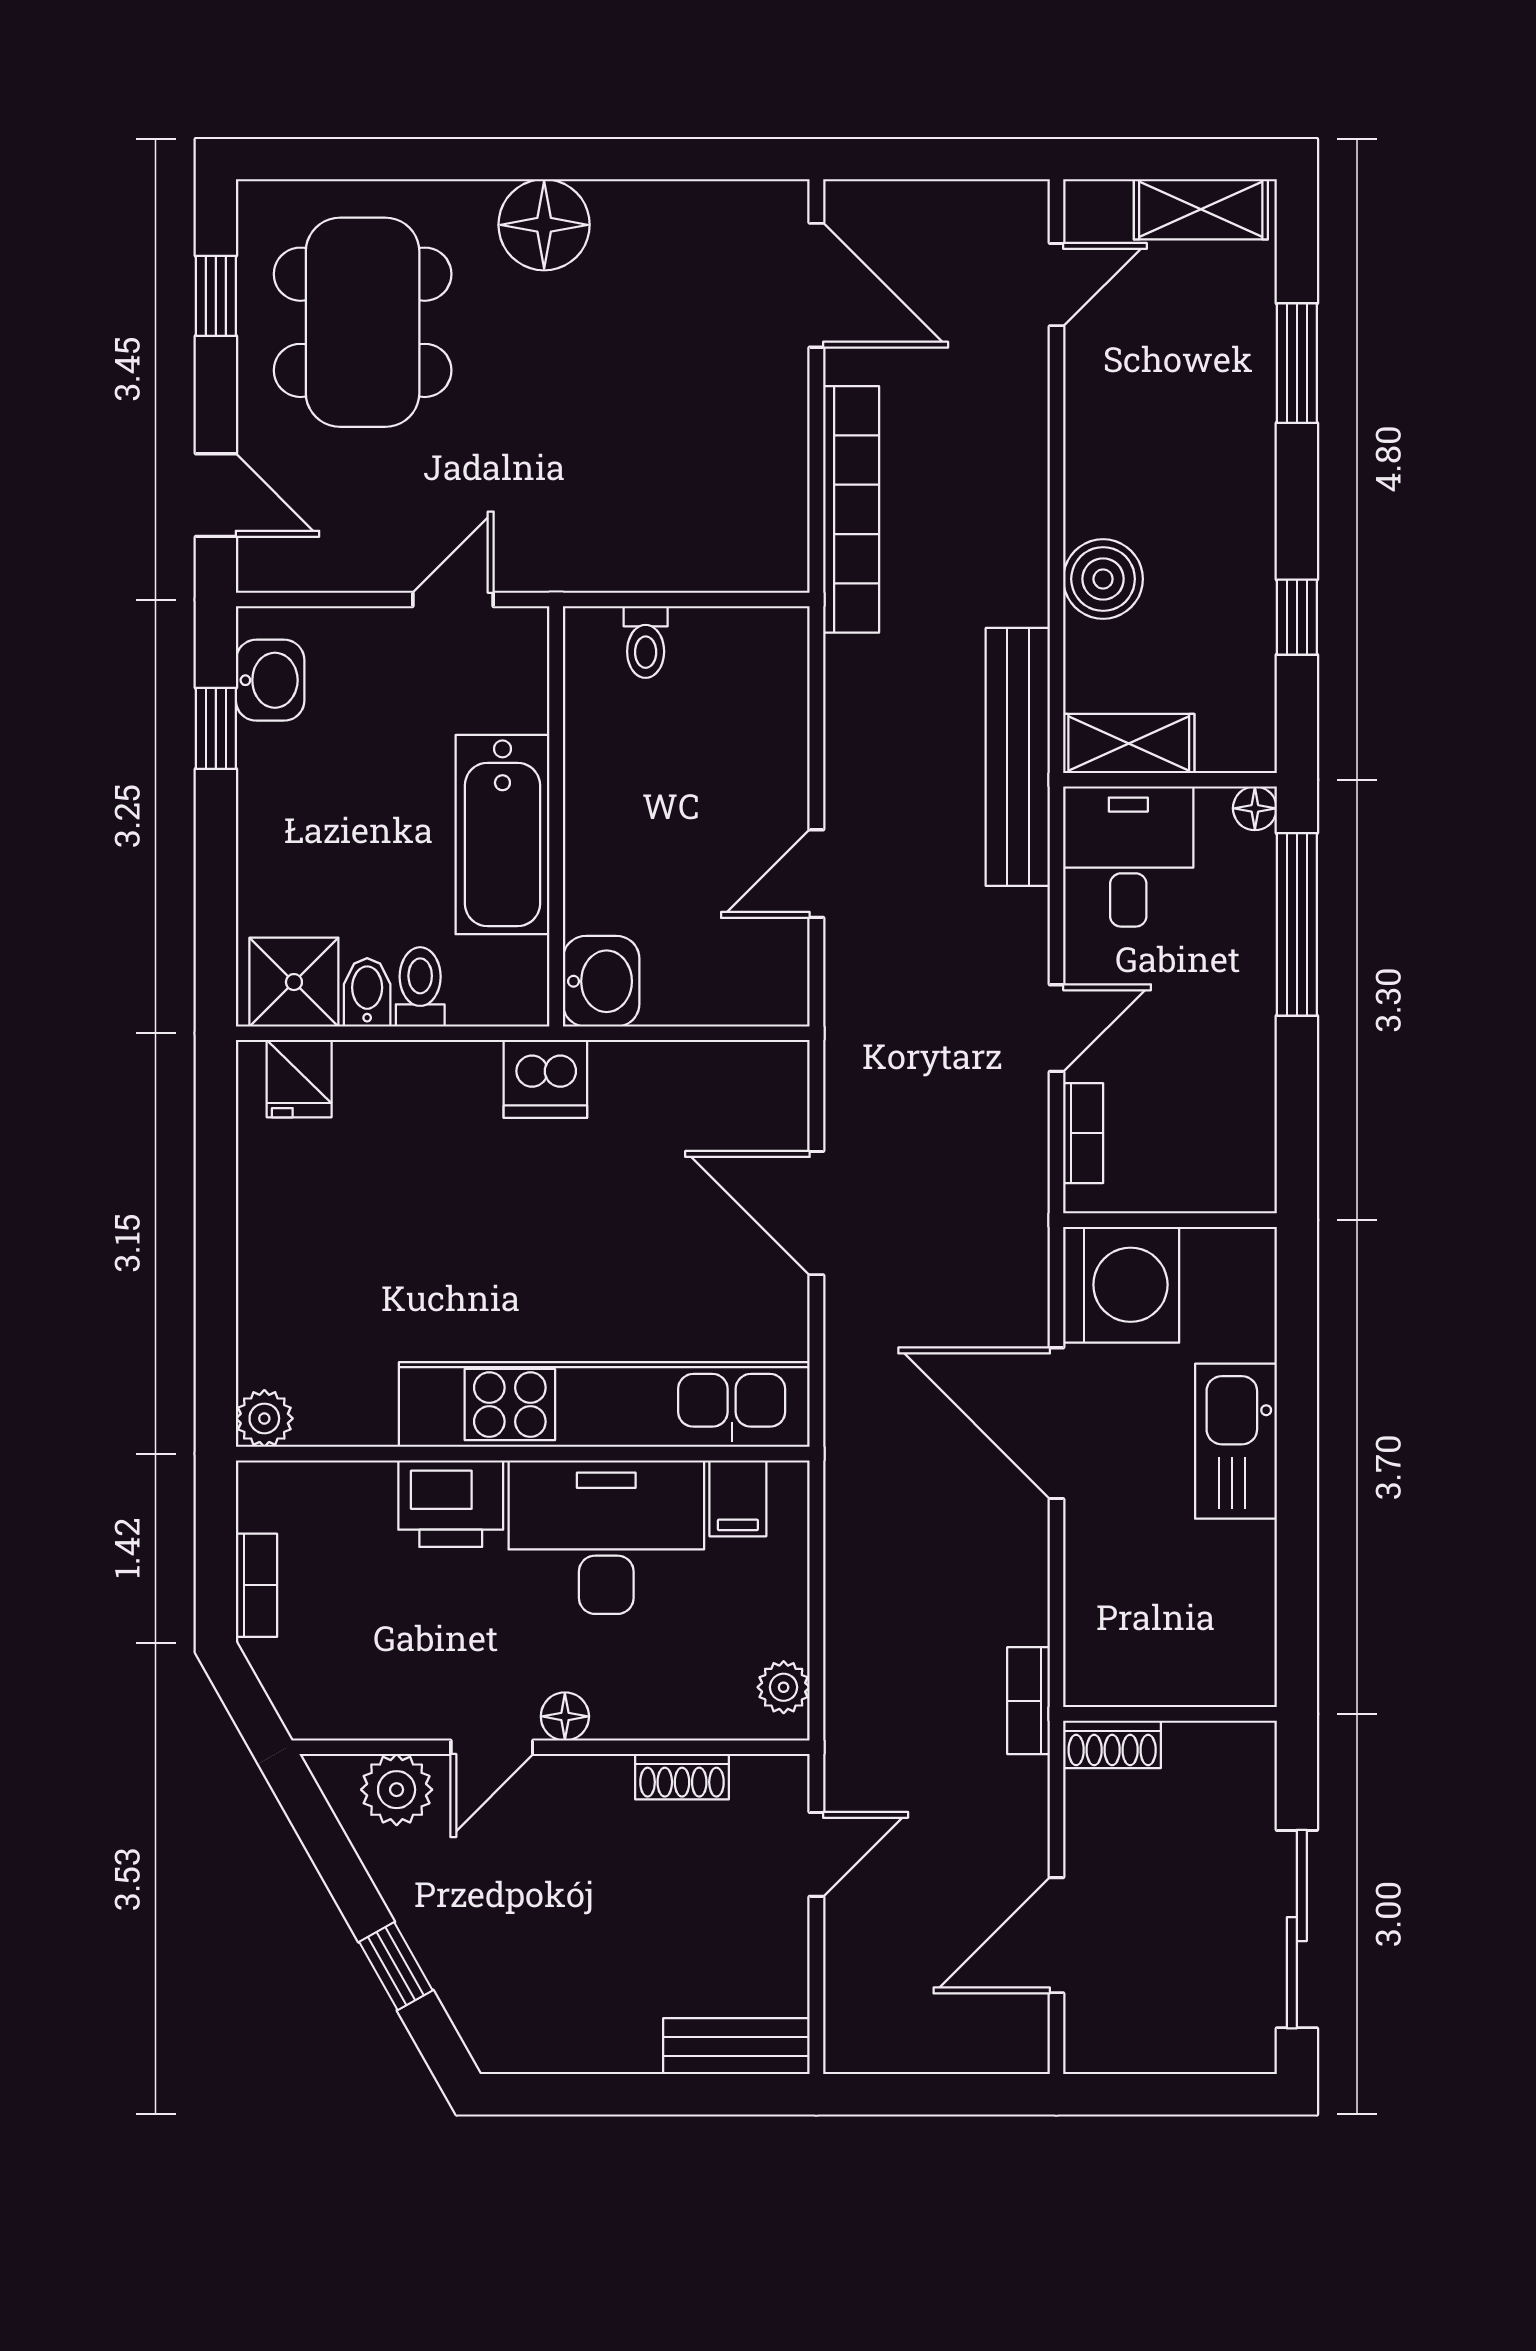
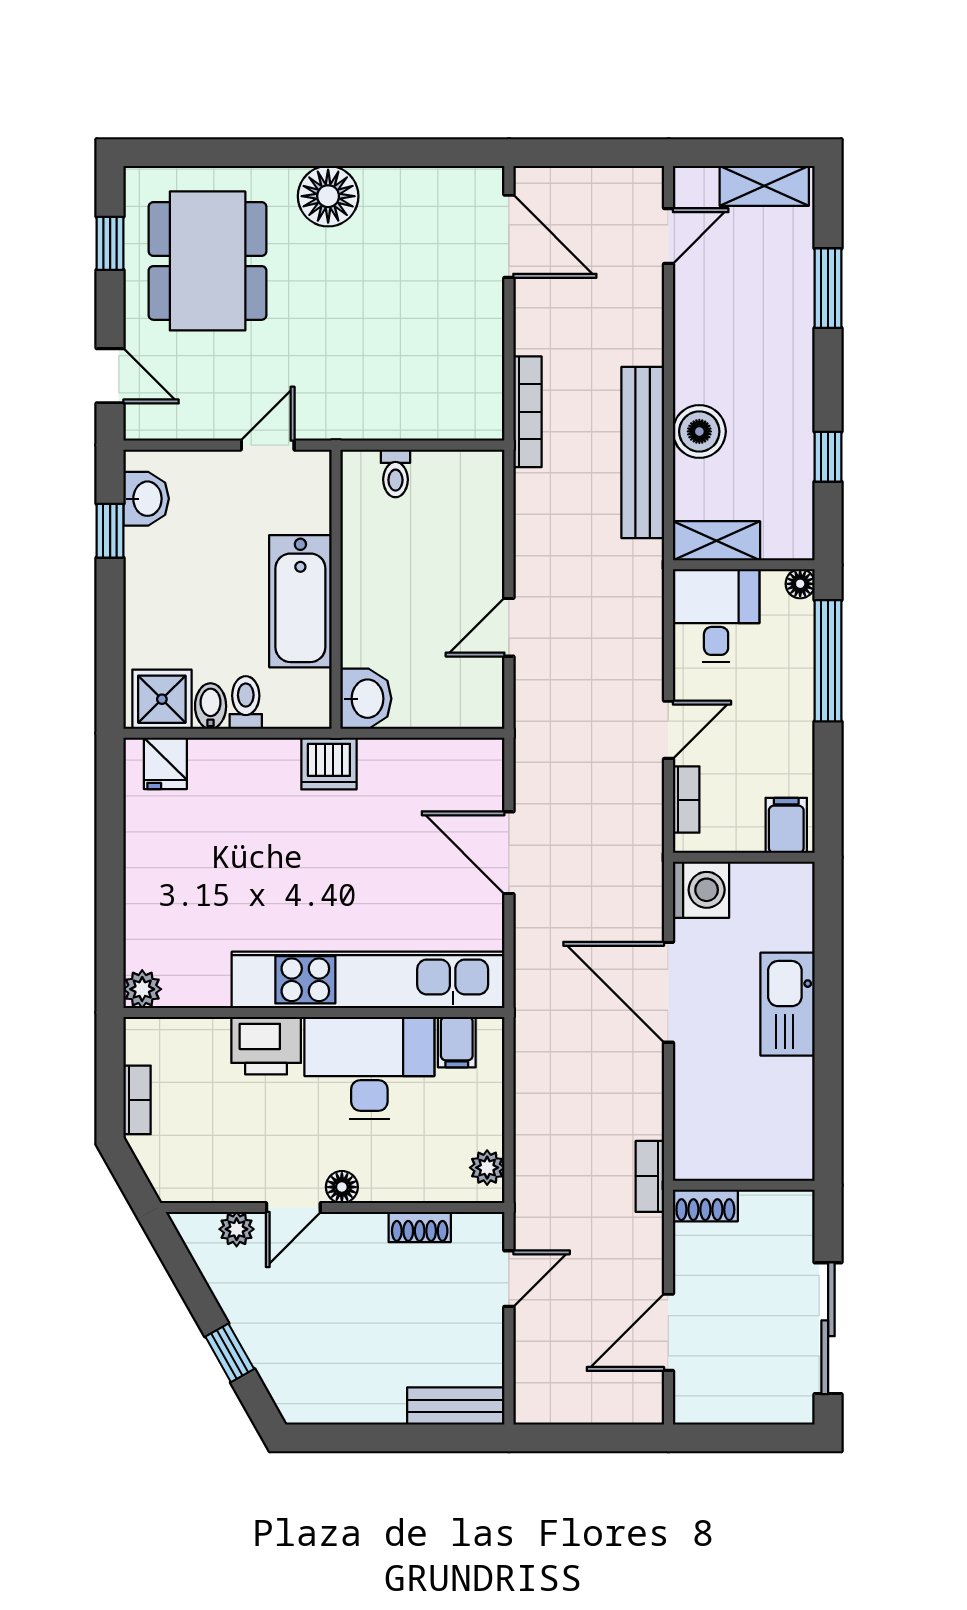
bookcase: (851, 509) -> (528, 412), width x0.68, depth x0.76
bench: (1018, 757) -> (643, 452), moved
filing cabinet: (1234, 1172) -> (786, 825), added
washing machine: (1121, 1285) -> (701, 890), width x0.73, depth x0.73
plant: (397, 1790) -> (237, 1229), width x0.73, depth x0.73

